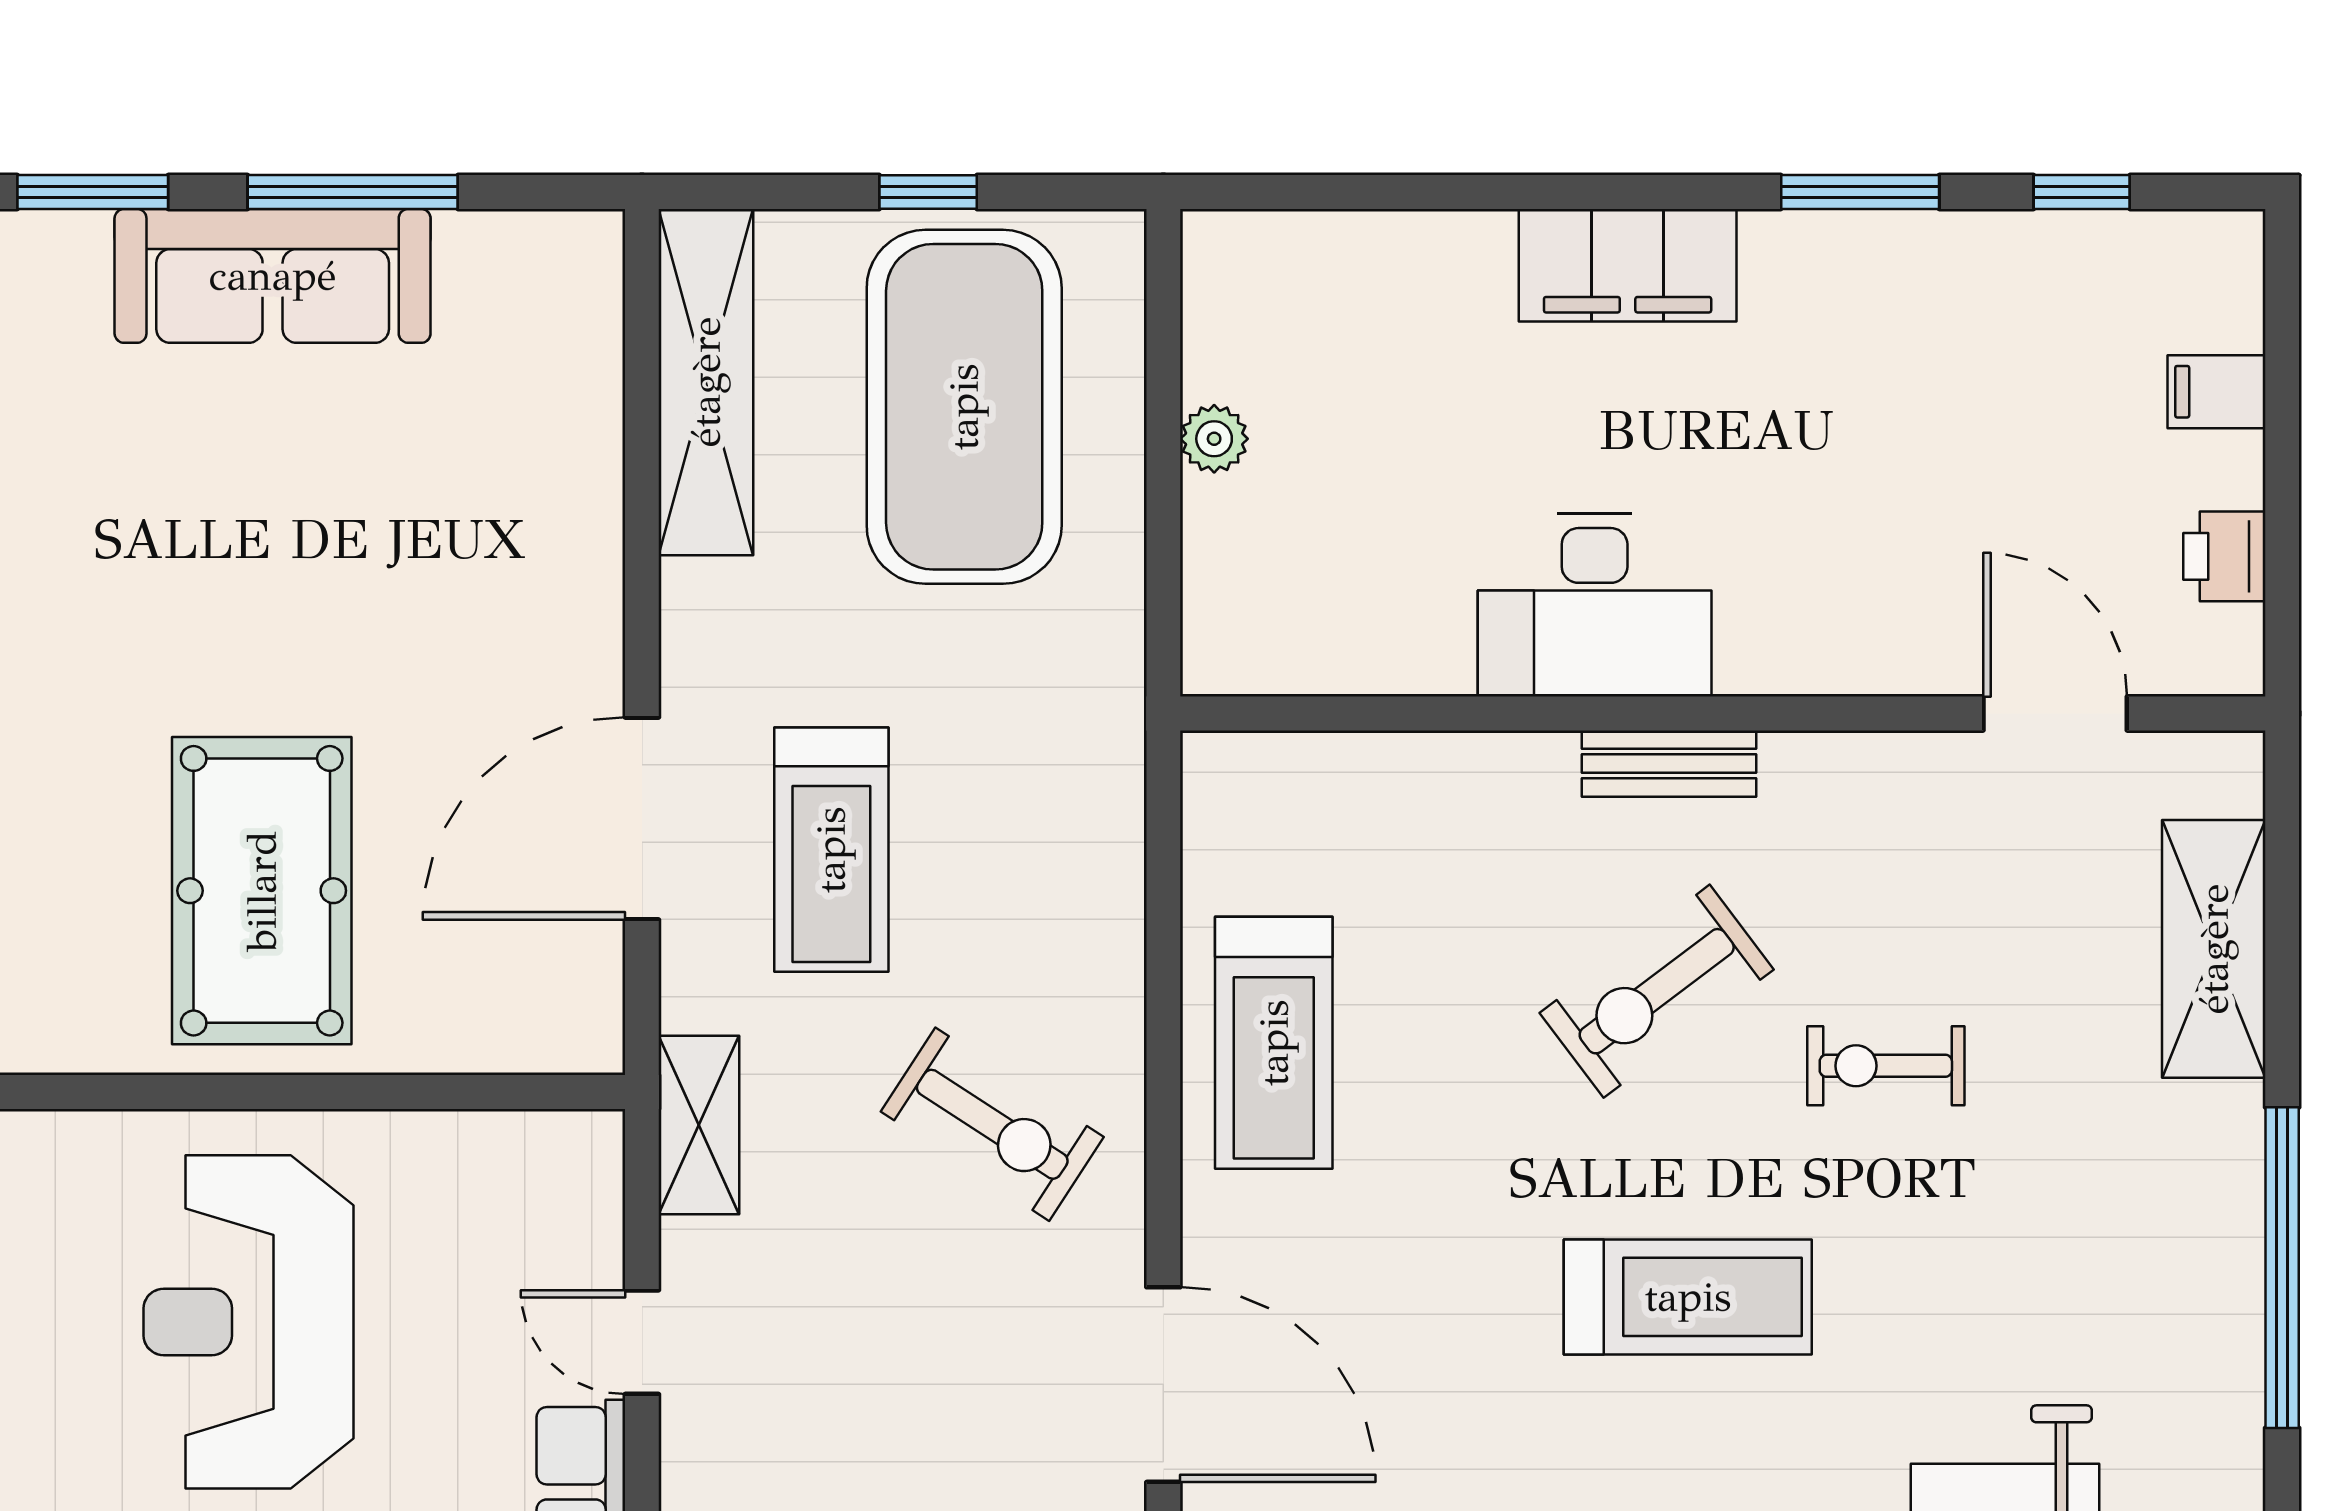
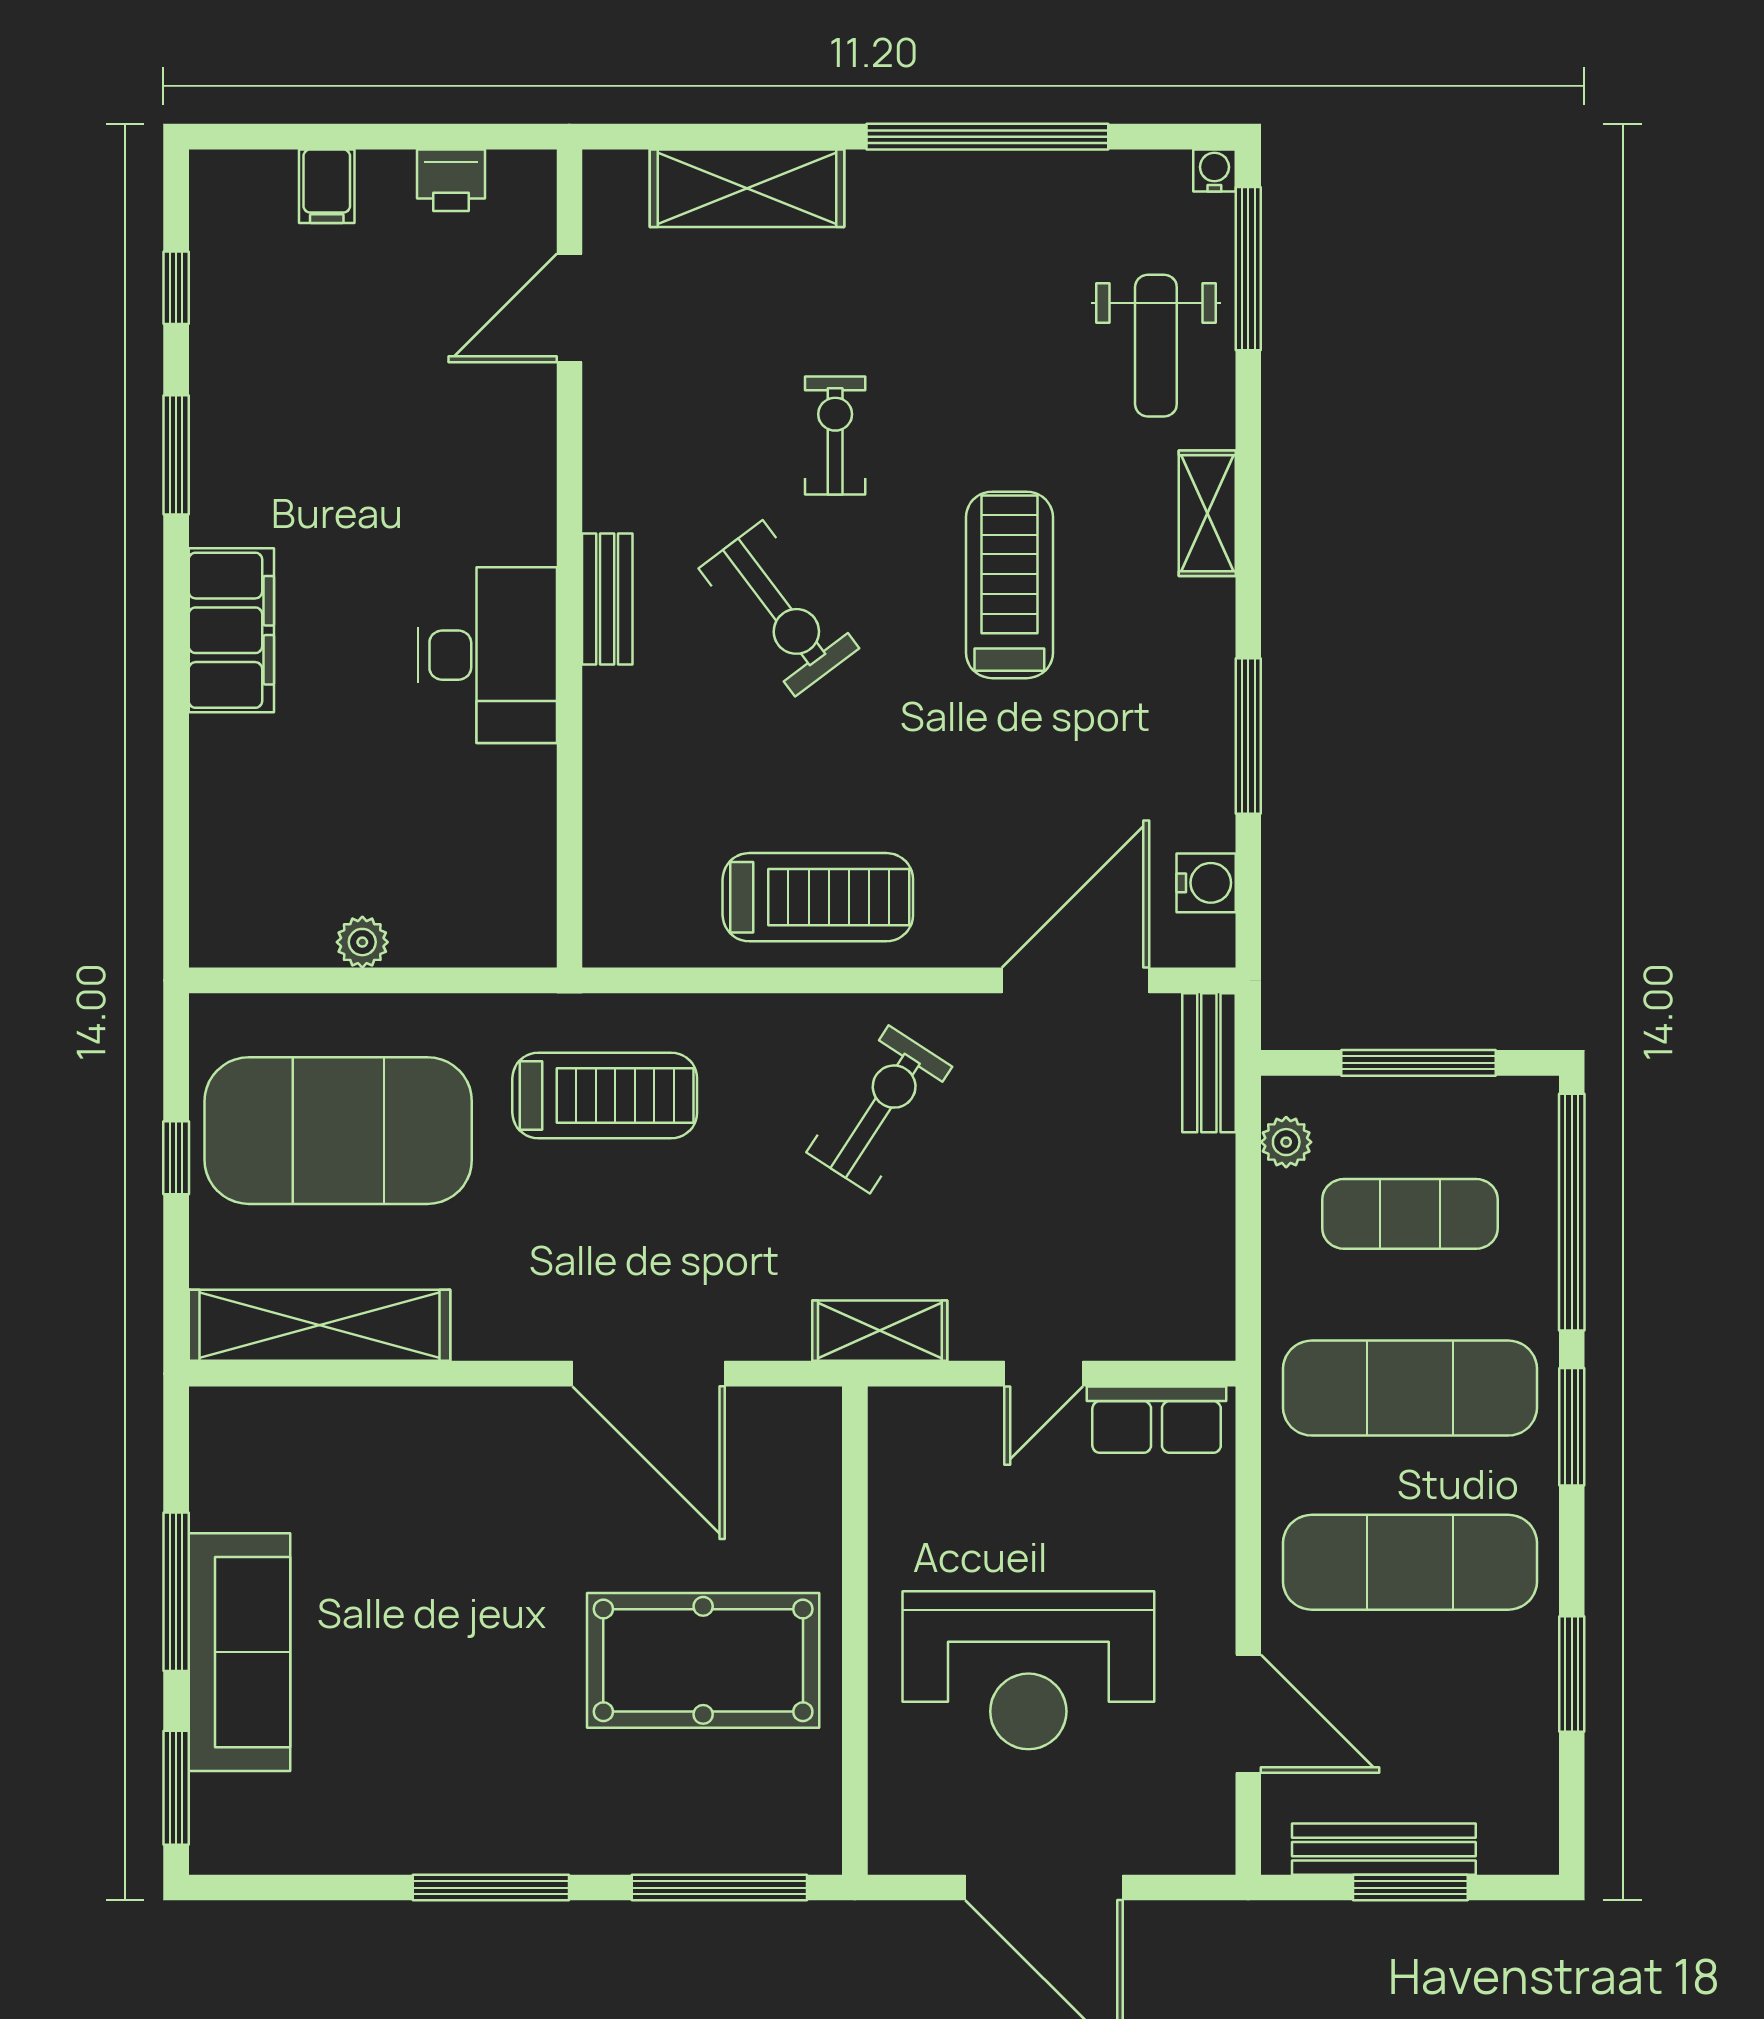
treadmill: (831, 850) -> (605, 1095), moved
exercise bike: (1886, 1066) -> (835, 435), turned 180

